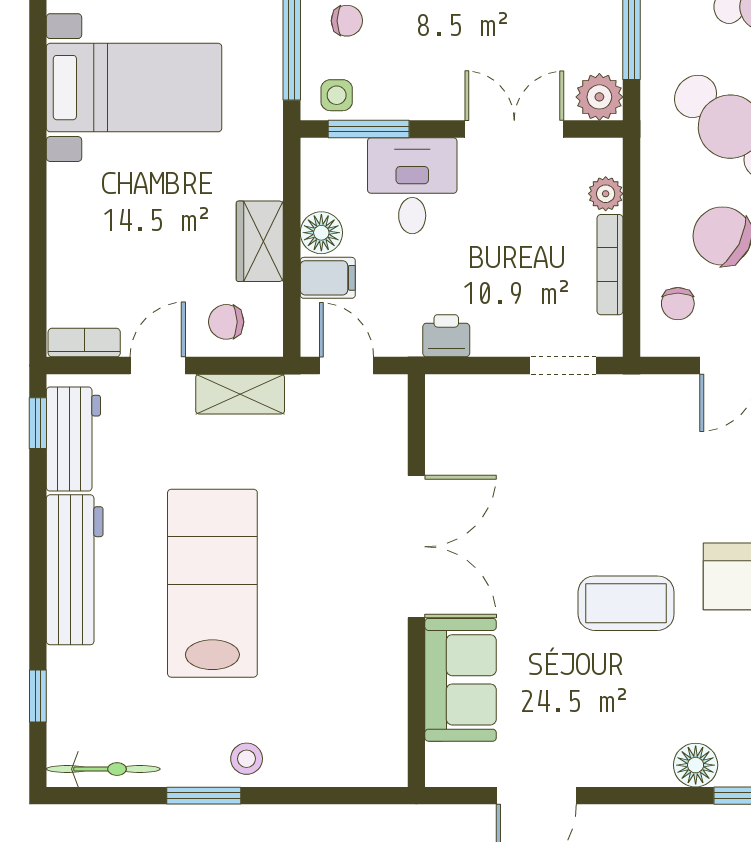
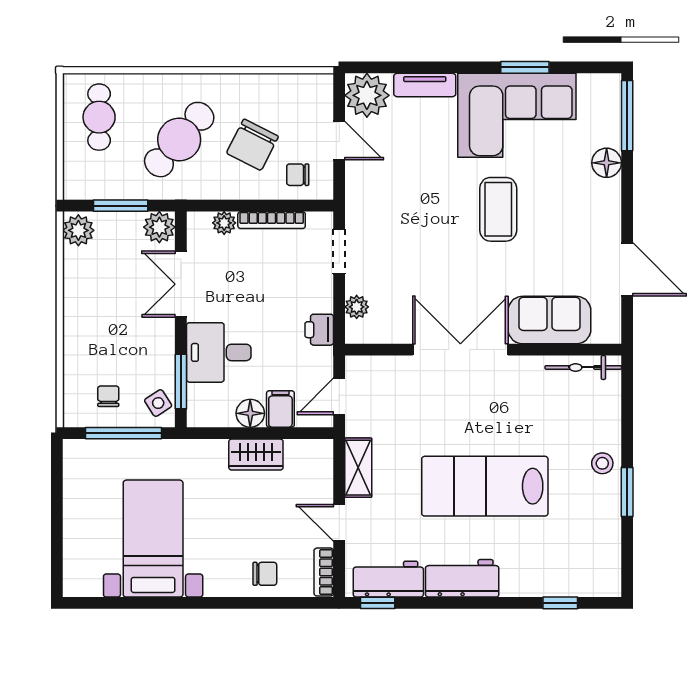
side table: (337, 95) -> (158, 403), turned -33
chair: (678, 304) -> (298, 175), turned 180
chair: (226, 322) -> (265, 574), moved, turned -90
plant: (480, 392) -> (357, 307), added
workbench: (75, 570) -> (462, 578), width x0.73
bicycle: (103, 769) -> (583, 367), moved, turned -90

